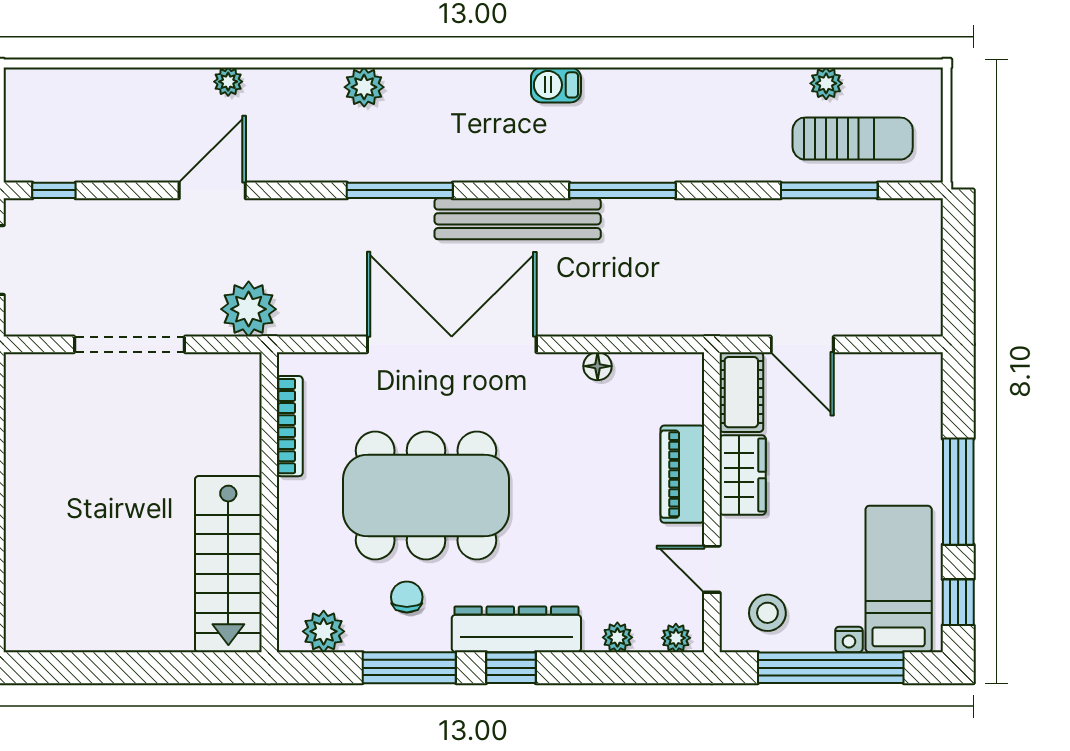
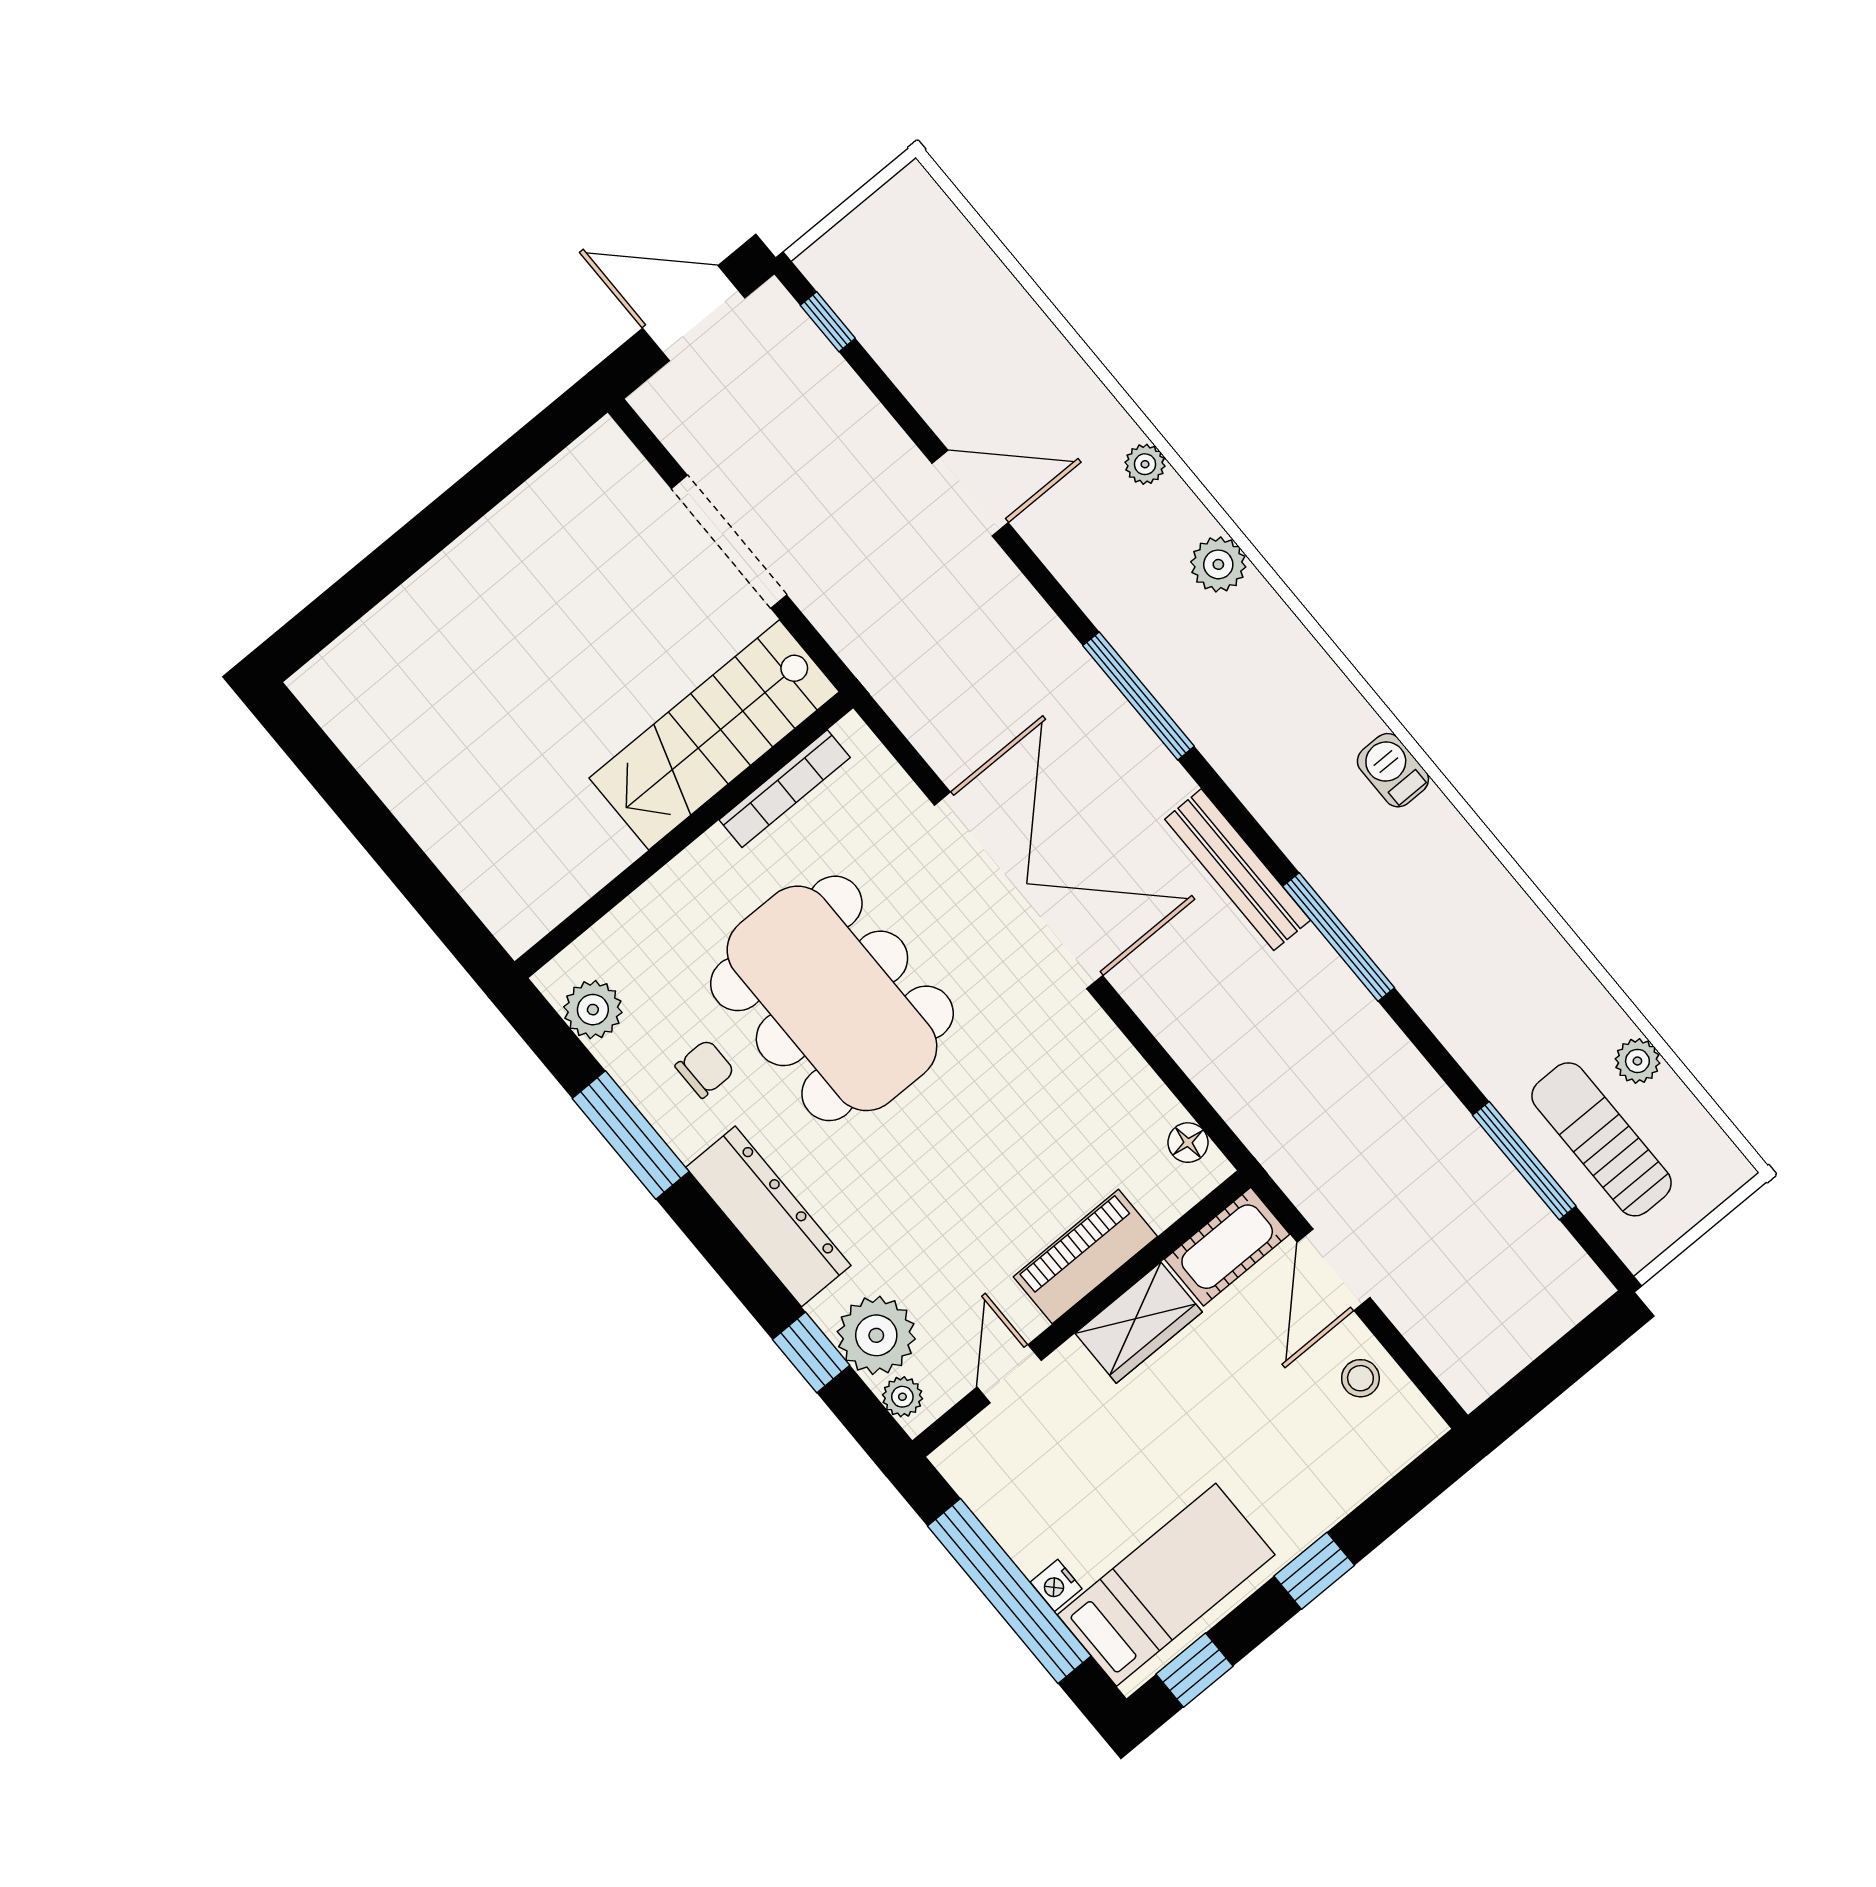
plant: (228, 82) -> (1145, 464), moved
sun lounger: (853, 139) -> (1602, 1139), turned 180
bench: (518, 219) -> (1238, 870), width x0.73, depth x0.82
plant: (249, 309) -> (874, 639), removed
floor lamp: (598, 366) -> (1188, 1143), moved
window: (958, 492) -> (1314, 1571), width x0.46
stairs: (228, 564) -> (714, 735), moved
stool: (767, 613) -> (1360, 1378), moved, width x0.73, depth x0.73
plant: (617, 637) -> (876, 1335), width x1.88, depth x1.88
window: (511, 668) -> (811, 1352), moved

